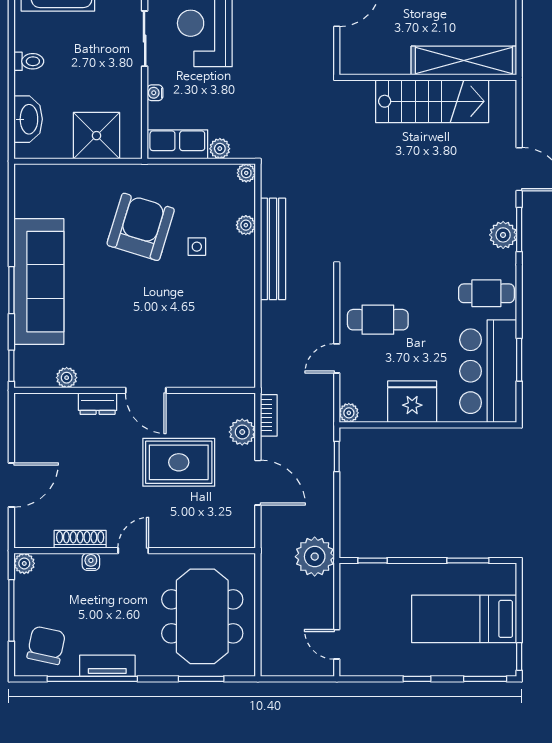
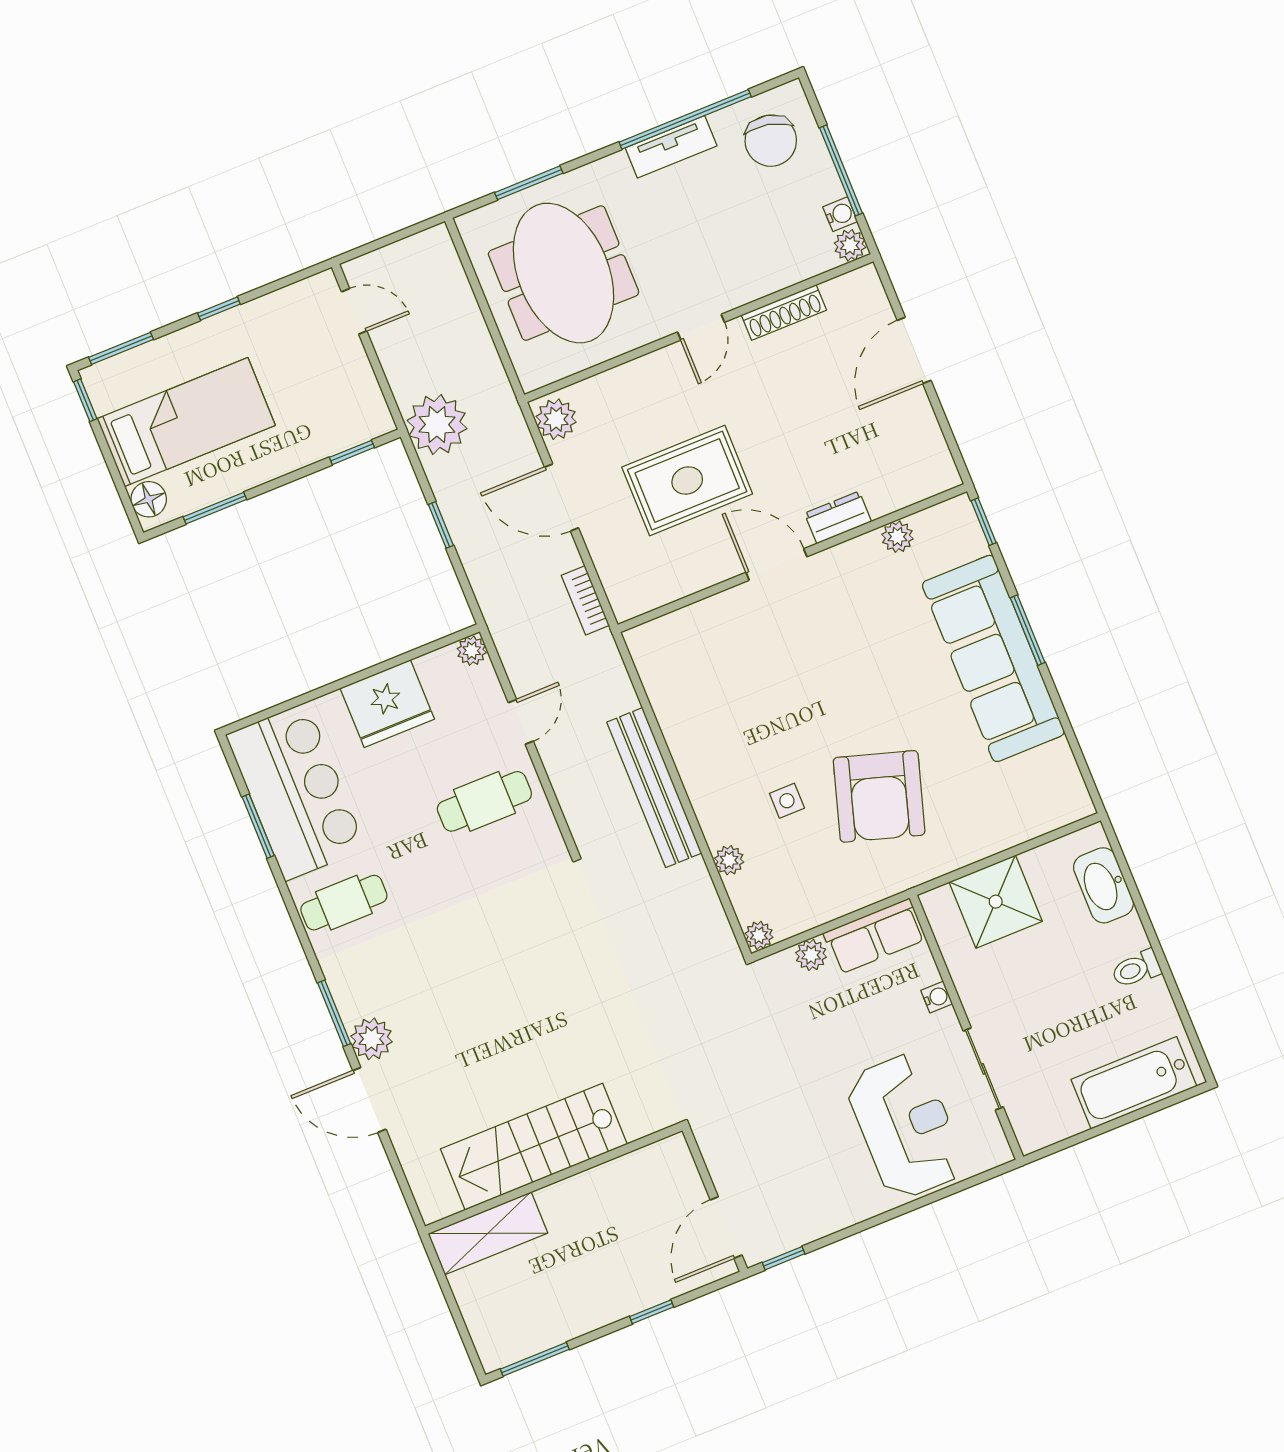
shelving: (464, 61) -> (488, 1233), width x0.68
plant: (503, 235) -> (372, 1039), moved
bench: (273, 249) -> (654, 788), moved
plant: (242, 432) -> (556, 419), moved
window: (337, 457) -> (441, 525), moved
water cooler: (91, 562) -> (840, 214), moved, turned -90
floor lamp: (505, 582) -> (149, 499), added

